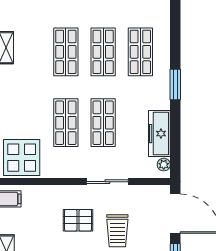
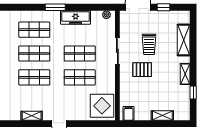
freezer: (159, 134) -> (76, 17), moved
pallet: (78, 220) -> (142, 70), turned 90
trolley: (117, 231) -> (149, 44), turned 90

